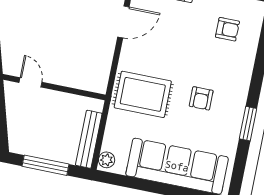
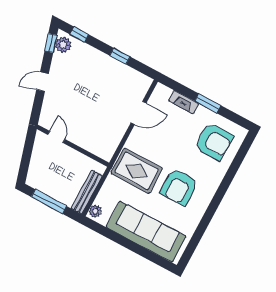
armchair: (227, 29) -> (214, 142), width x1.88, depth x1.88
armchair: (201, 98) -> (179, 187), width x1.88, depth x1.88
window: (248, 124) -> (208, 216), removed

